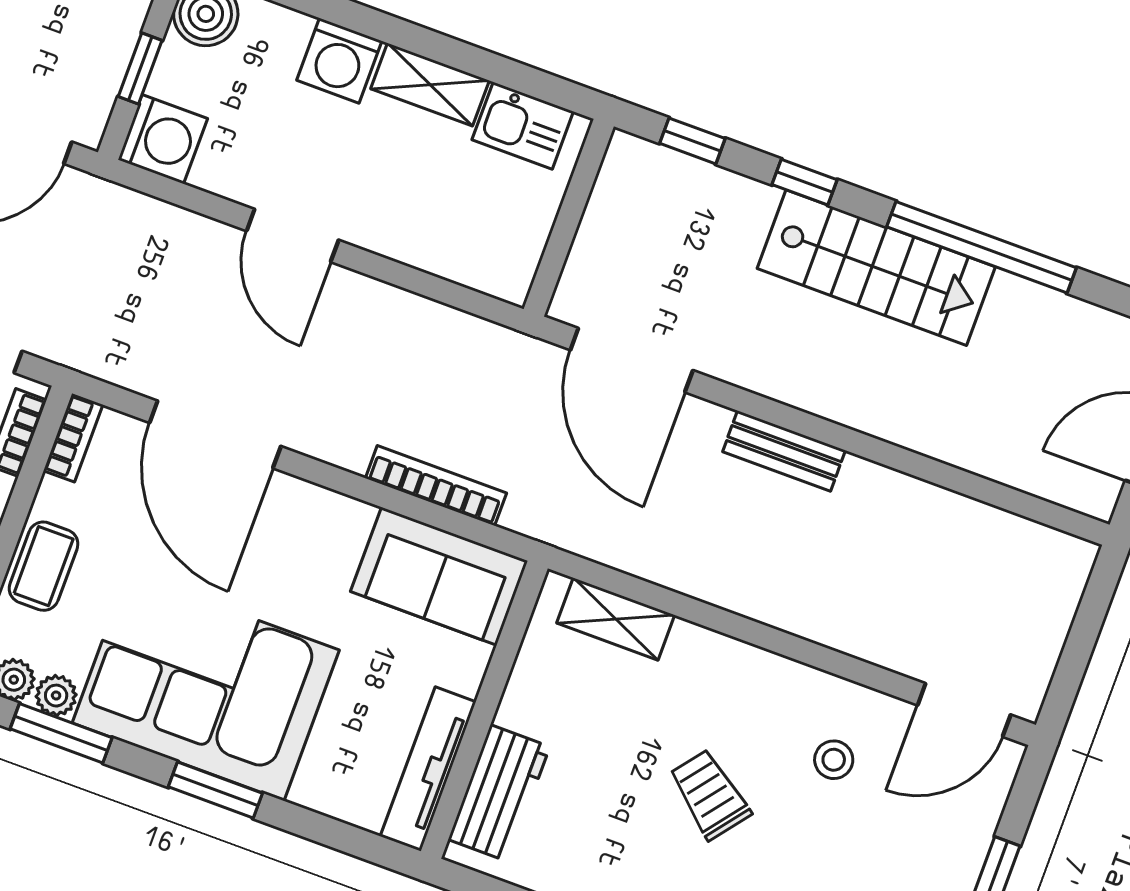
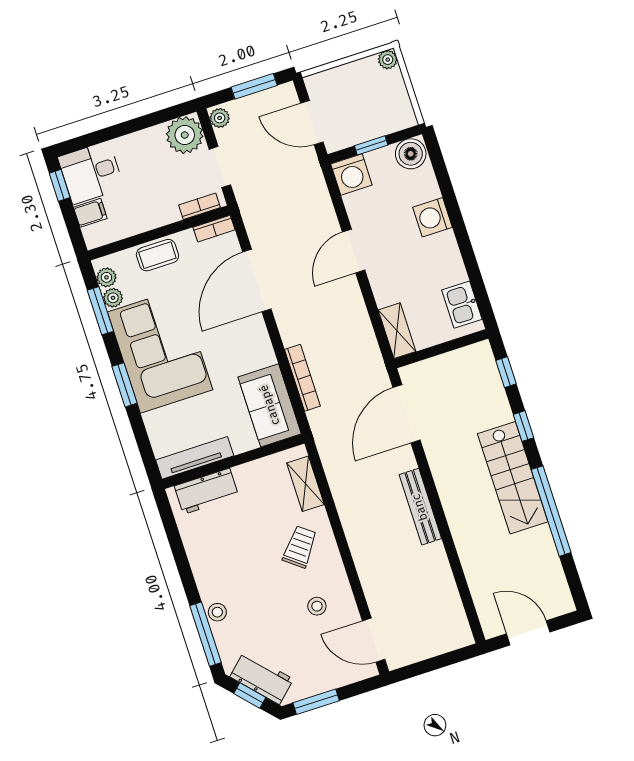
shelving: (430, 85) -> (397, 331), moved
bench: (784, 451) -> (420, 507), width x1.36
trolley: (710, 794) -> (300, 547), moved

